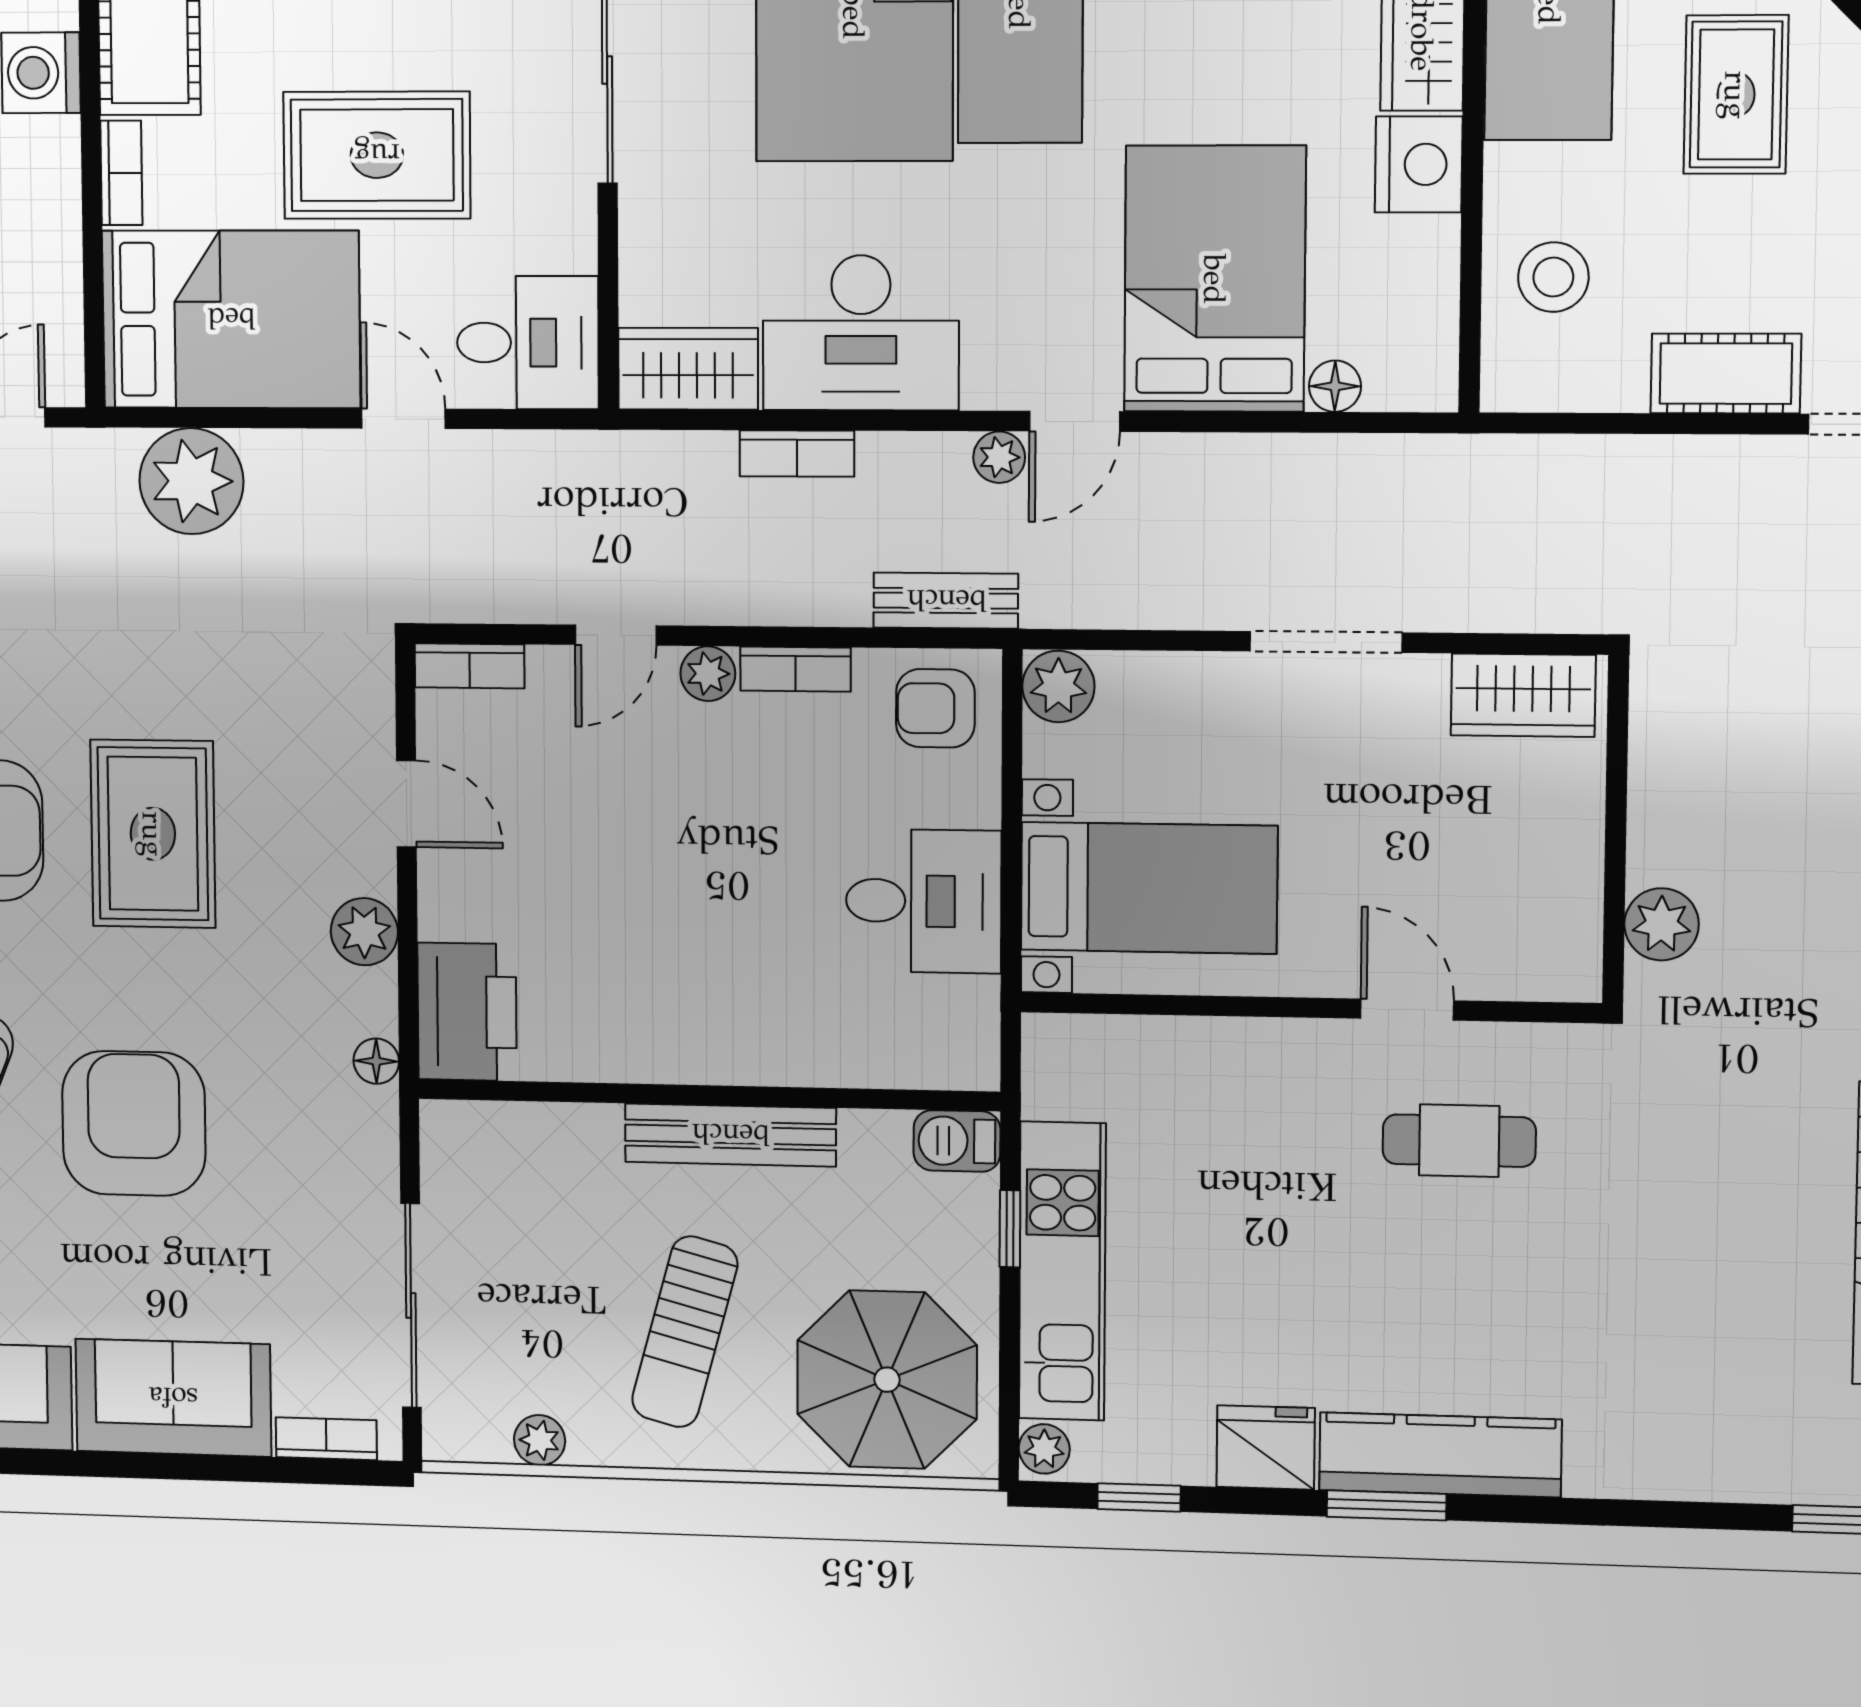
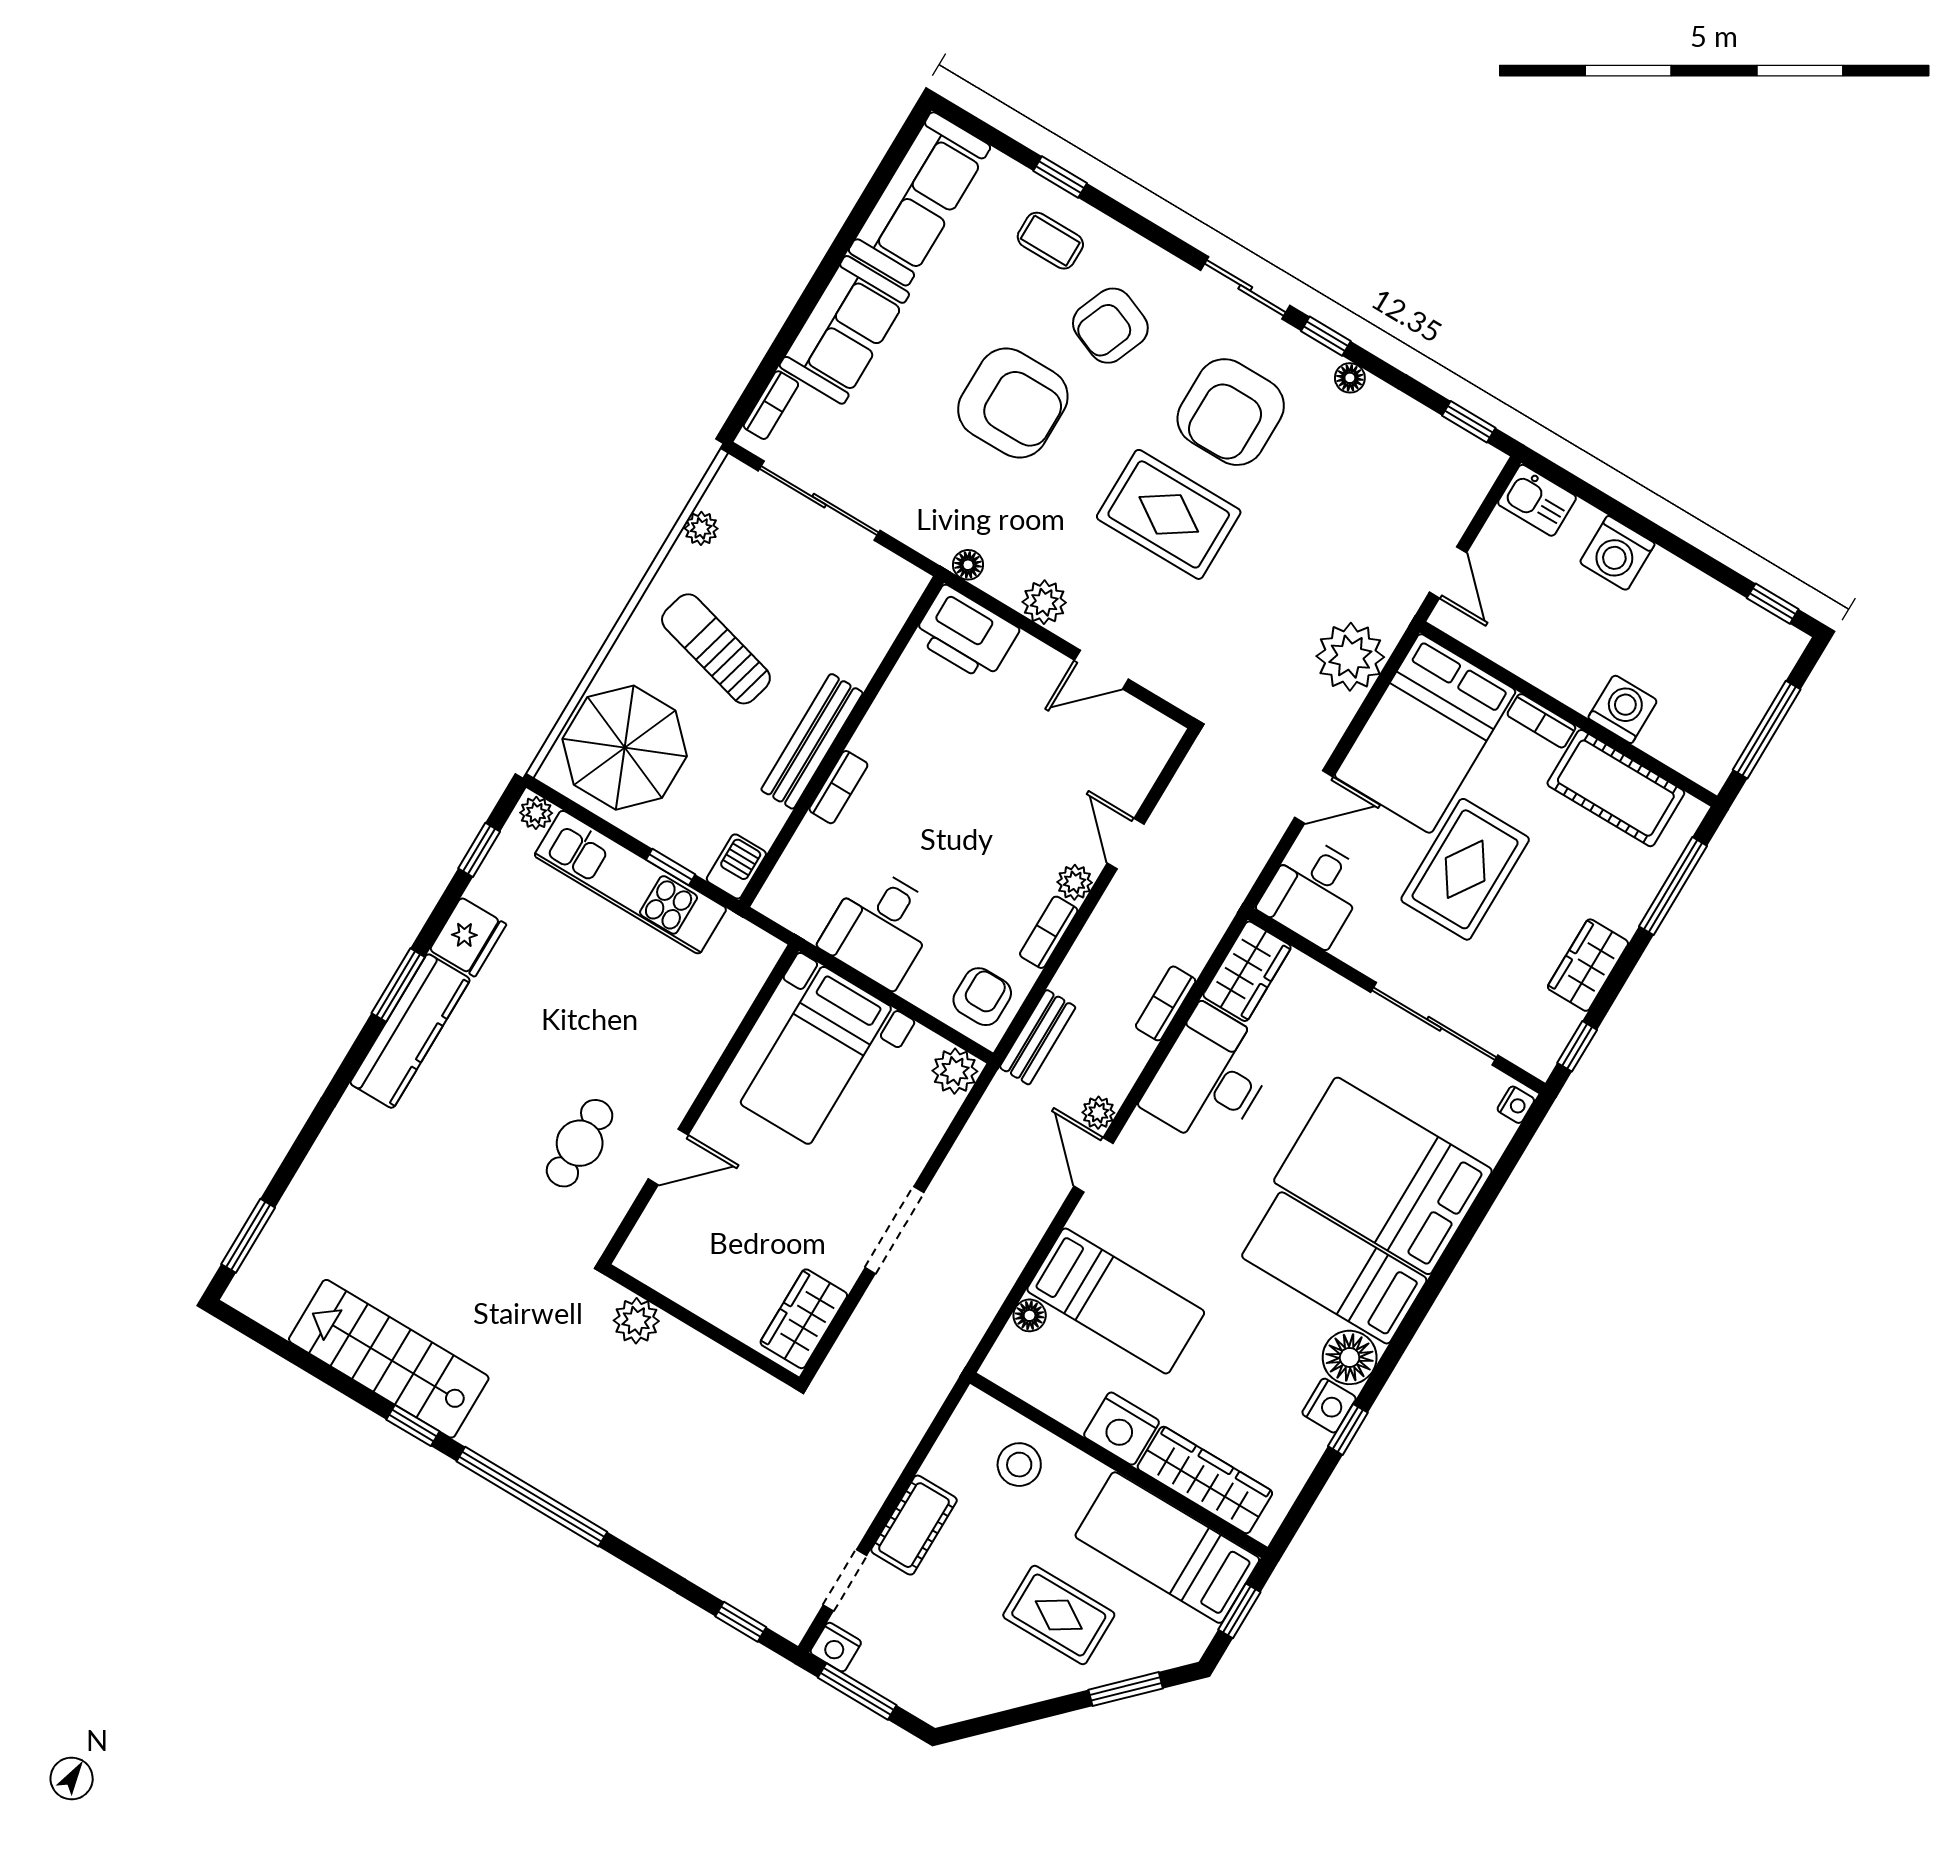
bed: (1215, 279) -> (1116, 1301), width x0.67
bookcase: (470, 666) -> (838, 787), moved, turned 180

